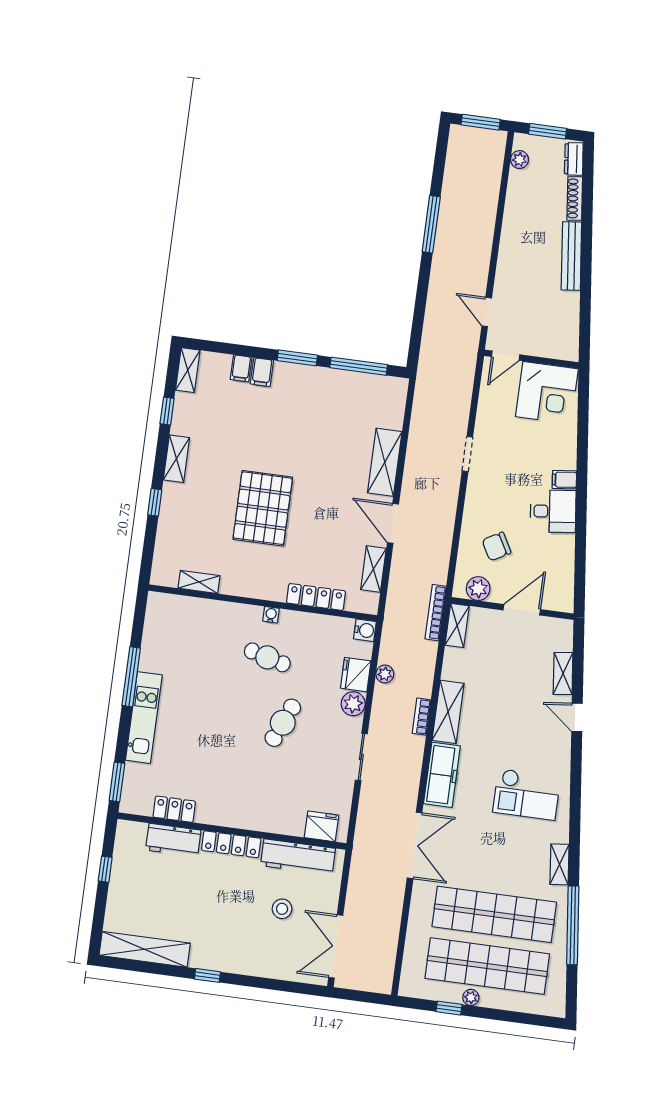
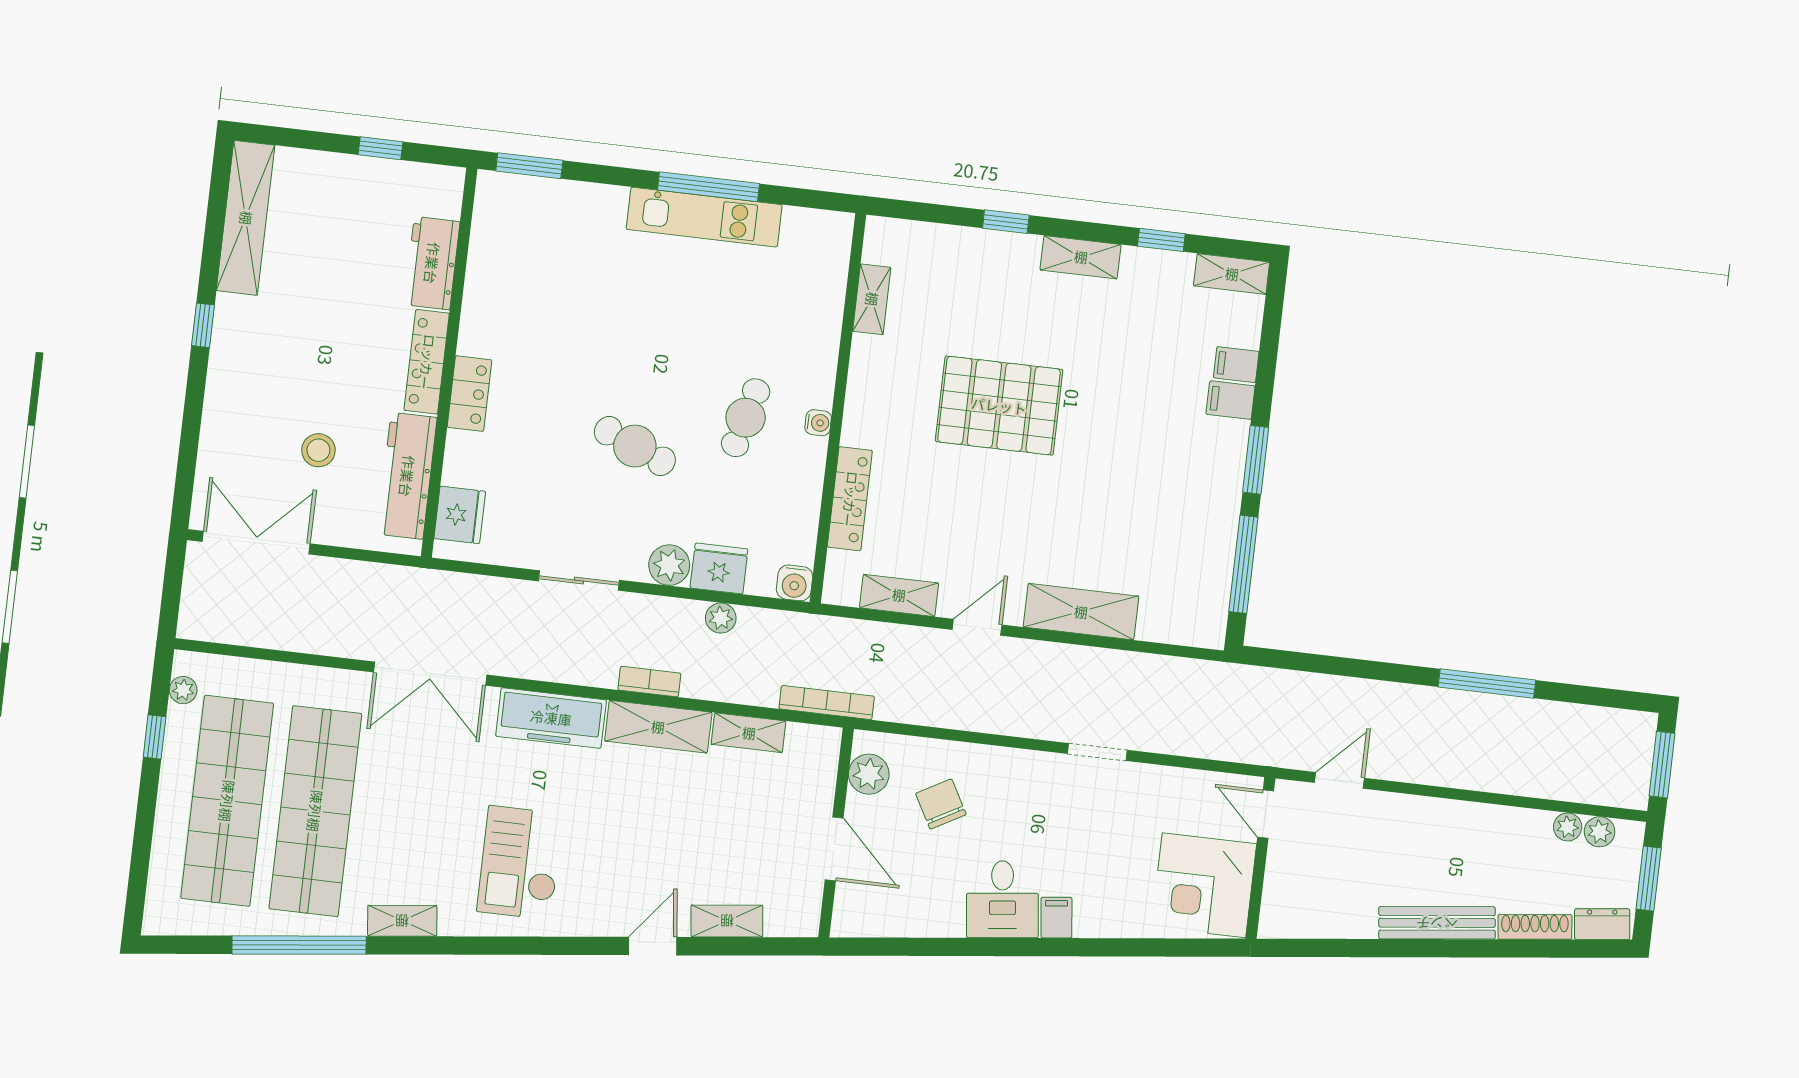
plant: (516, 178) -> (1568, 827), added
door: (393, 523) -> (977, 627), width x0.73
shelving: (457, 625) -> (749, 733), moved
kitchen unit: (144, 718) -> (704, 217), moved
locker: (174, 809) -> (469, 394), moved
plant: (471, 997) -> (183, 690), moved

